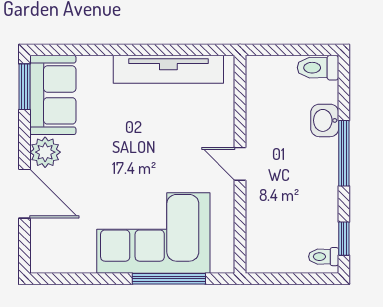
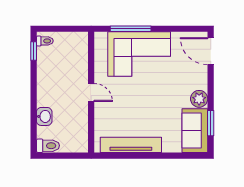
window: (24, 87) -> (211, 123), moved
window: (344, 153) -> (34, 98), removed
door: (24, 194) -> (211, 51), moved

